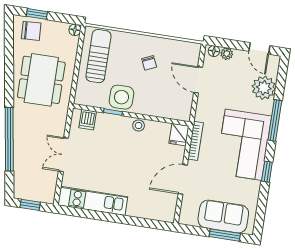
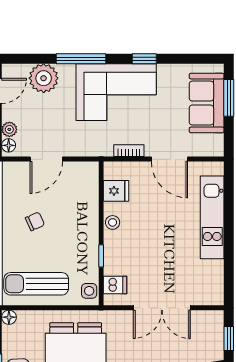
side table: (121, 97) -> (89, 291), moved, width x0.54, depth x0.54
fridge: (179, 135) -> (116, 191), moved
bookcase: (196, 141) -> (129, 151), width x0.64
double door: (63, 155) -> (162, 308), width x1.37
kitchen unit: (93, 201) -> (212, 217), moved

